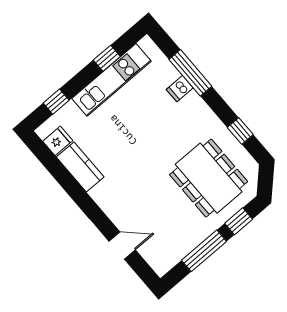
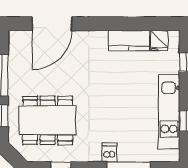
dishwasher: (180, 89) -> (109, 152), moved
door: (122, 246) -> (52, 24), width x1.88

